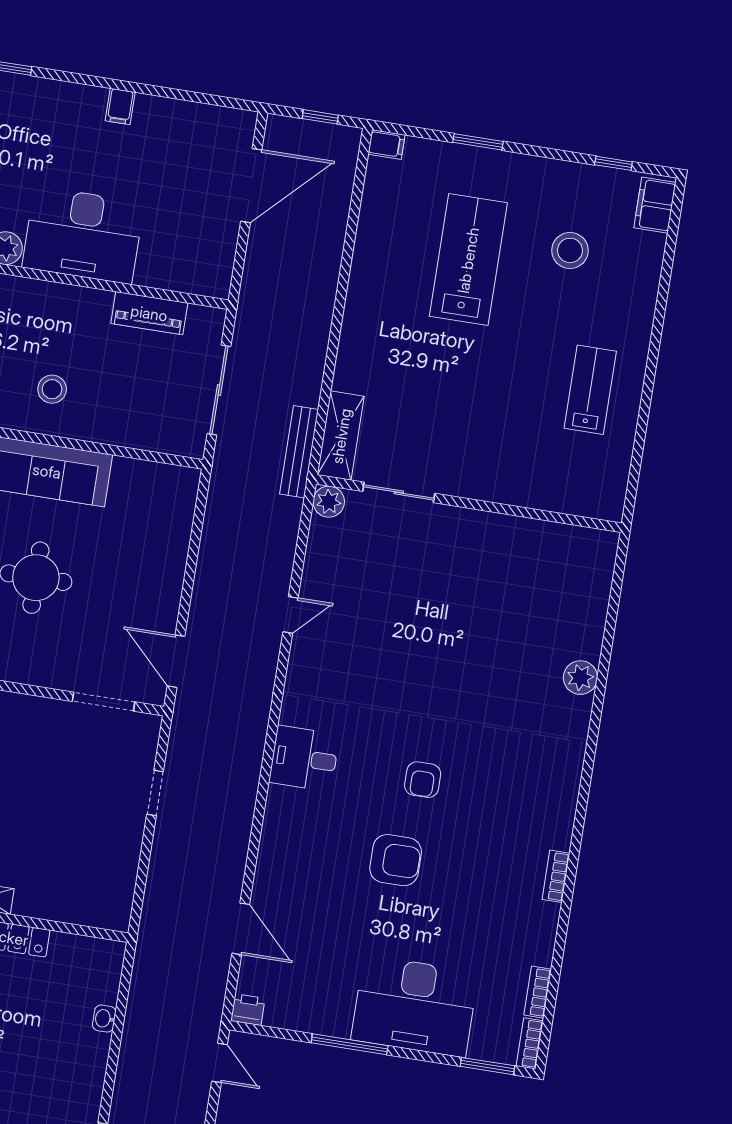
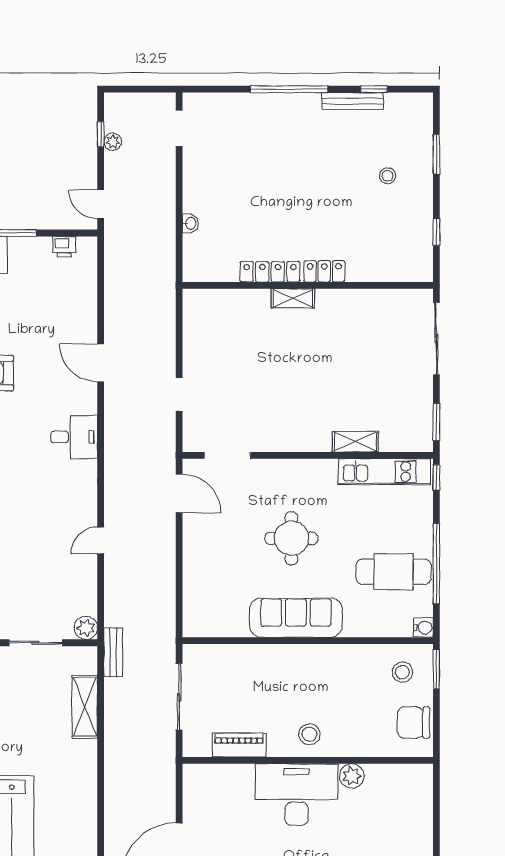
stool: (52, 389) -> (309, 734), moved
shelving: (341, 436) -> (85, 707), moved
bench: (299, 452) -> (113, 652), width x0.73
door: (241, 929) -> (101, 363), moved
printer: (248, 1010) -> (64, 247), moved

